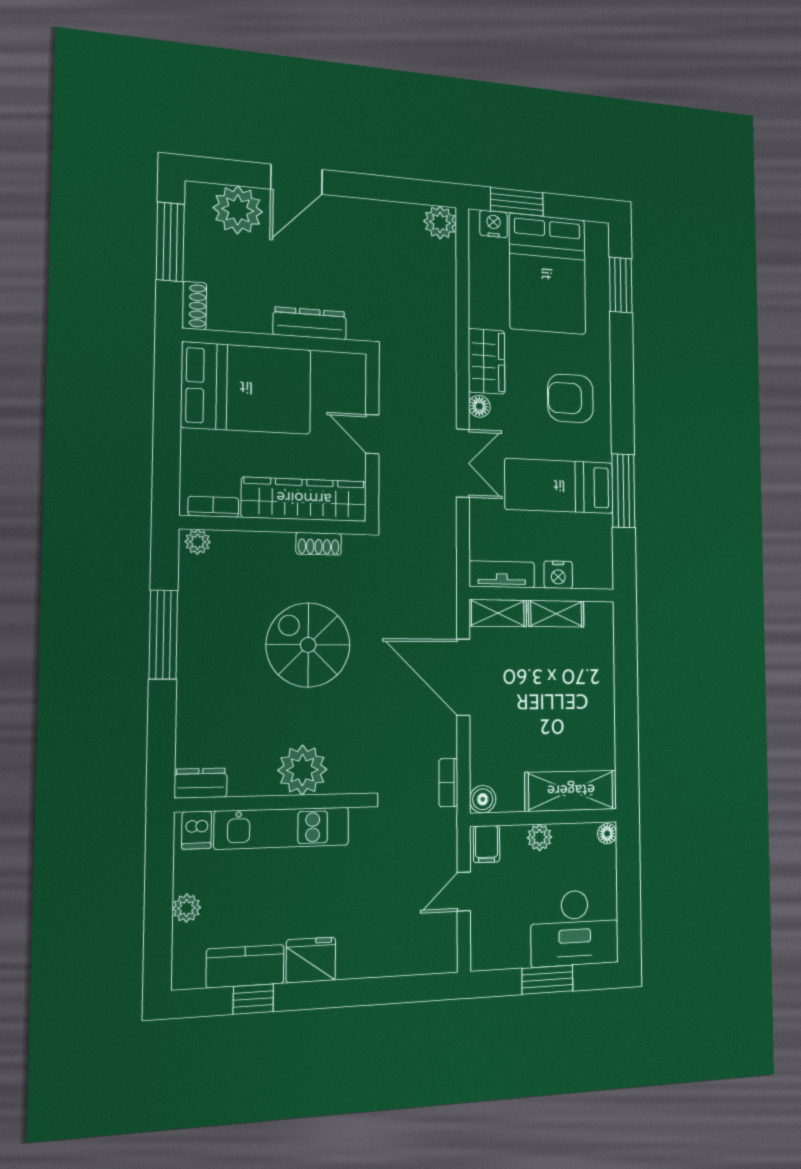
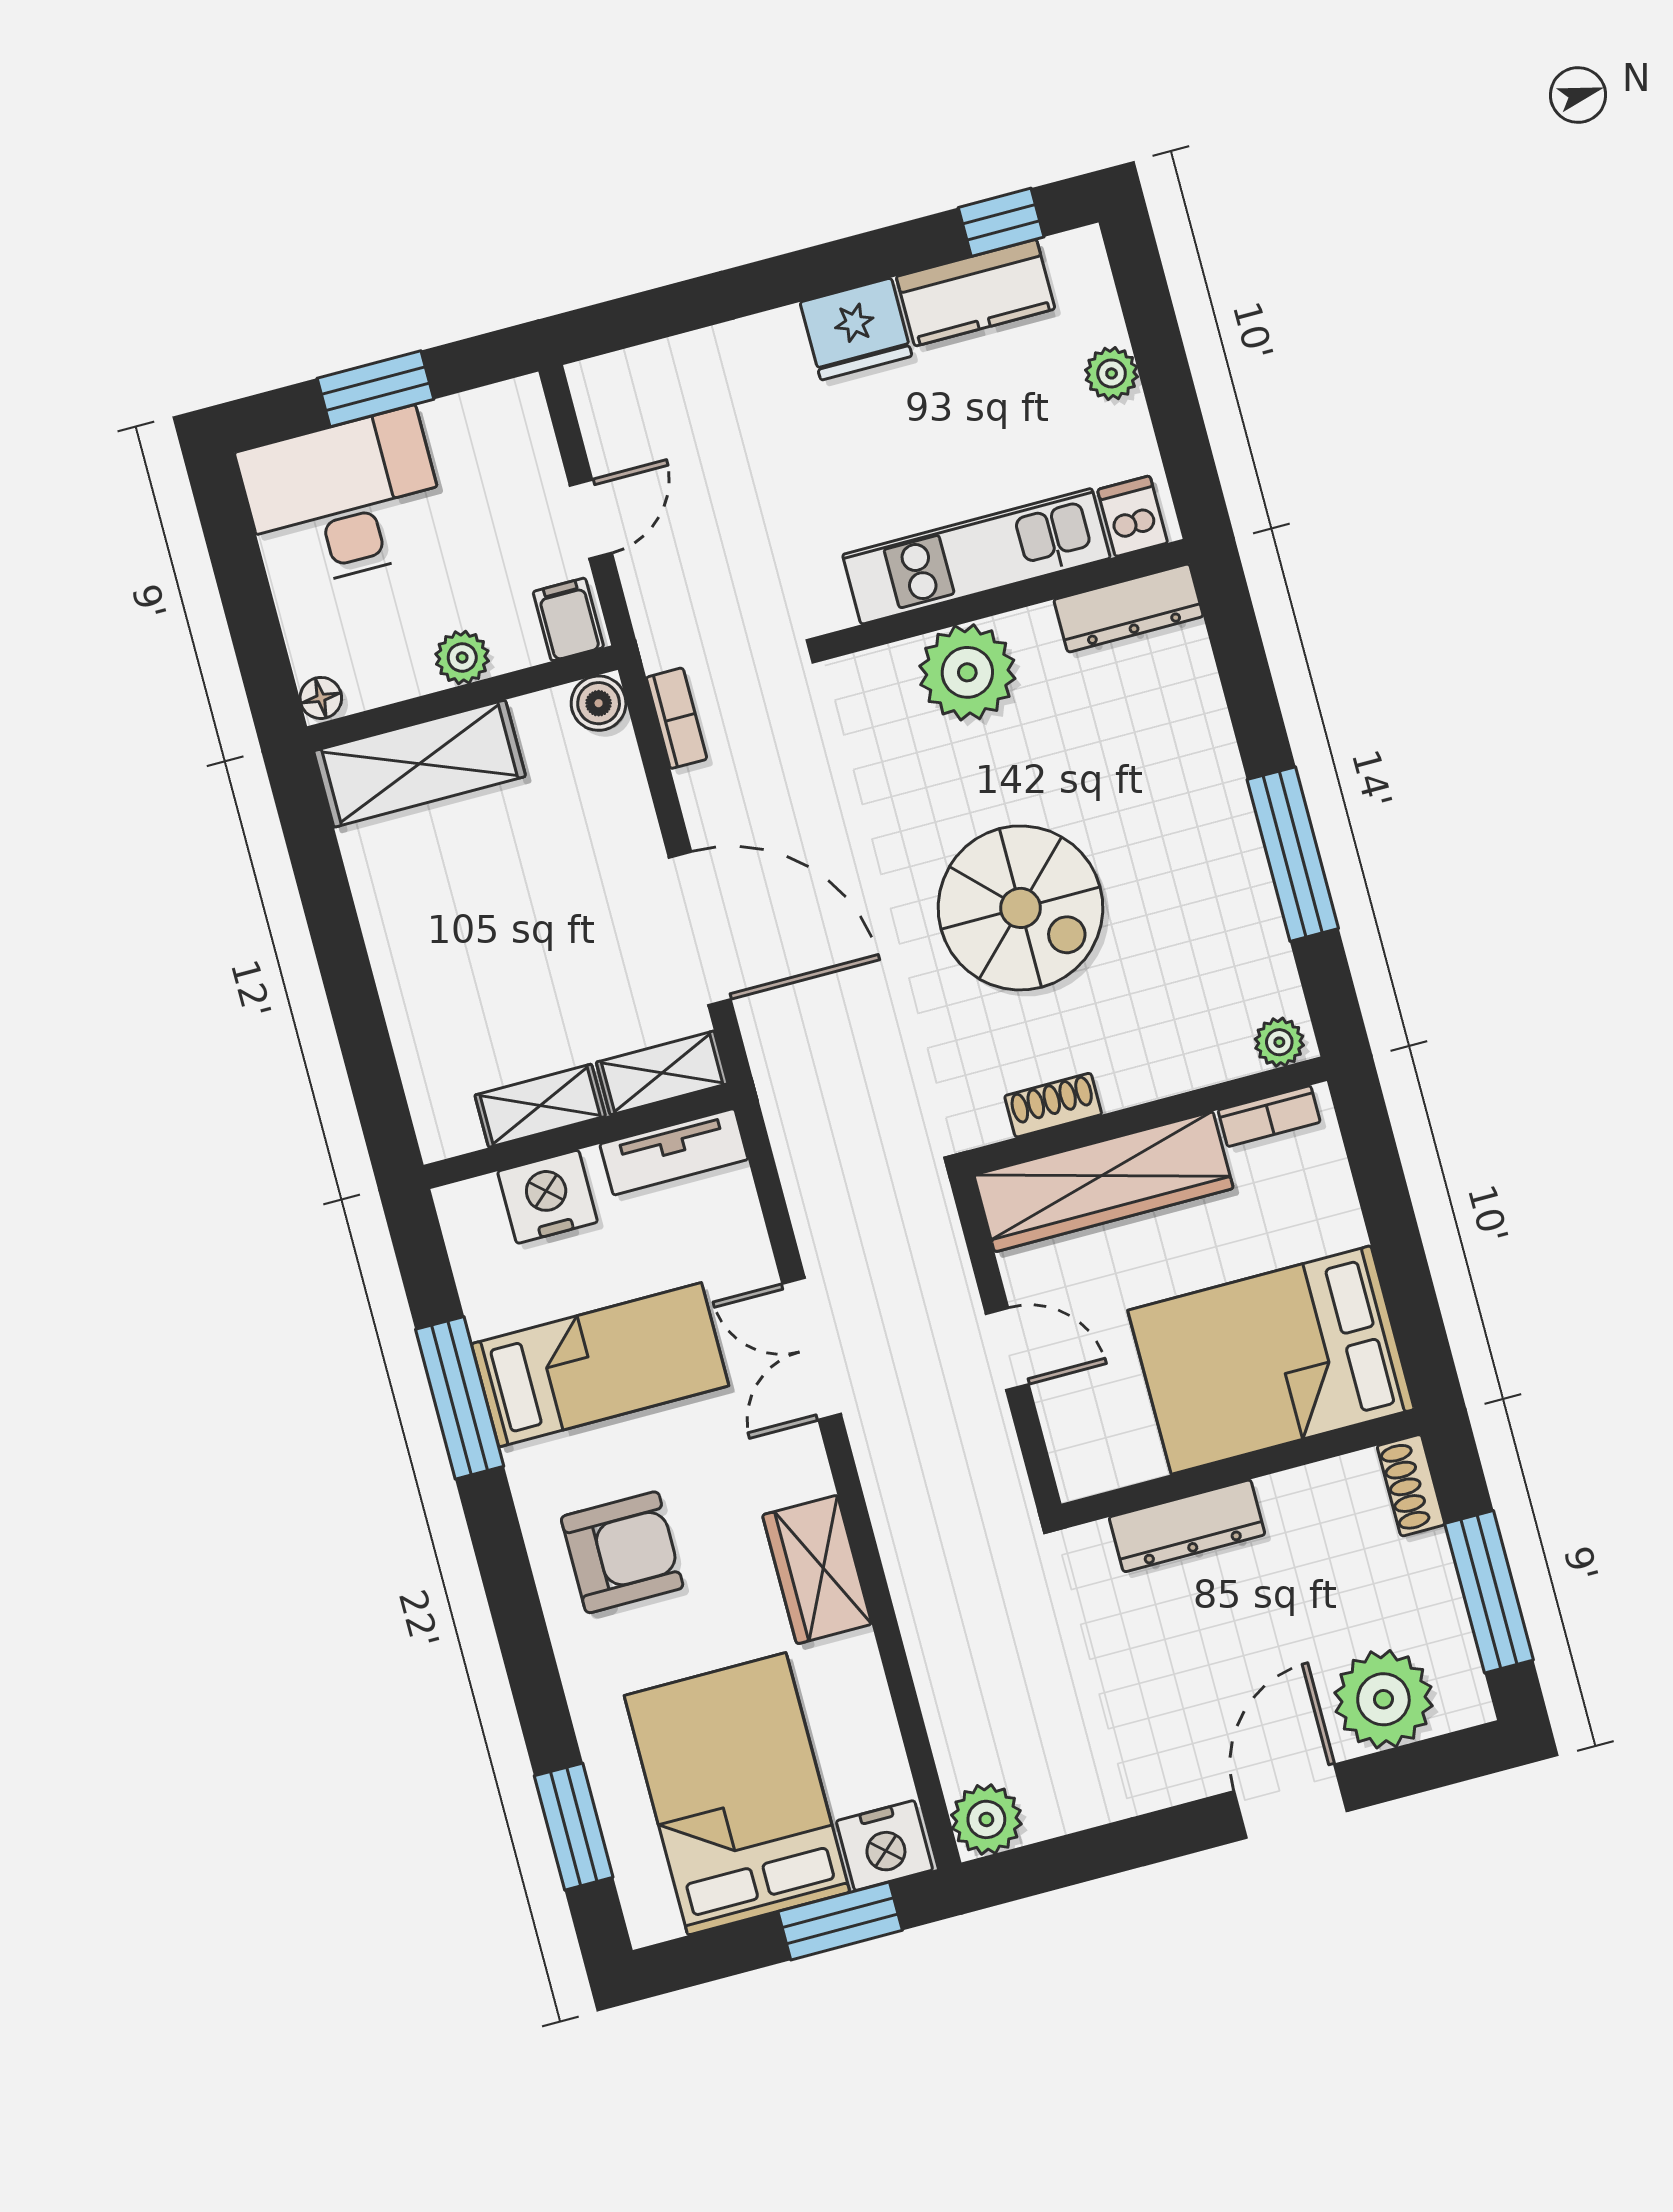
nightstand: (494, 224) -> (884, 1845), width x1.36, depth x1.33
floor lamp: (479, 406) -> (808, 1474), removed
nightstand: (558, 575) -> (548, 1197), width x1.36, depth x1.33
dresser: (201, 783) -> (1129, 608), width x1.44
window: (253, 999) -> (1001, 222), moved

